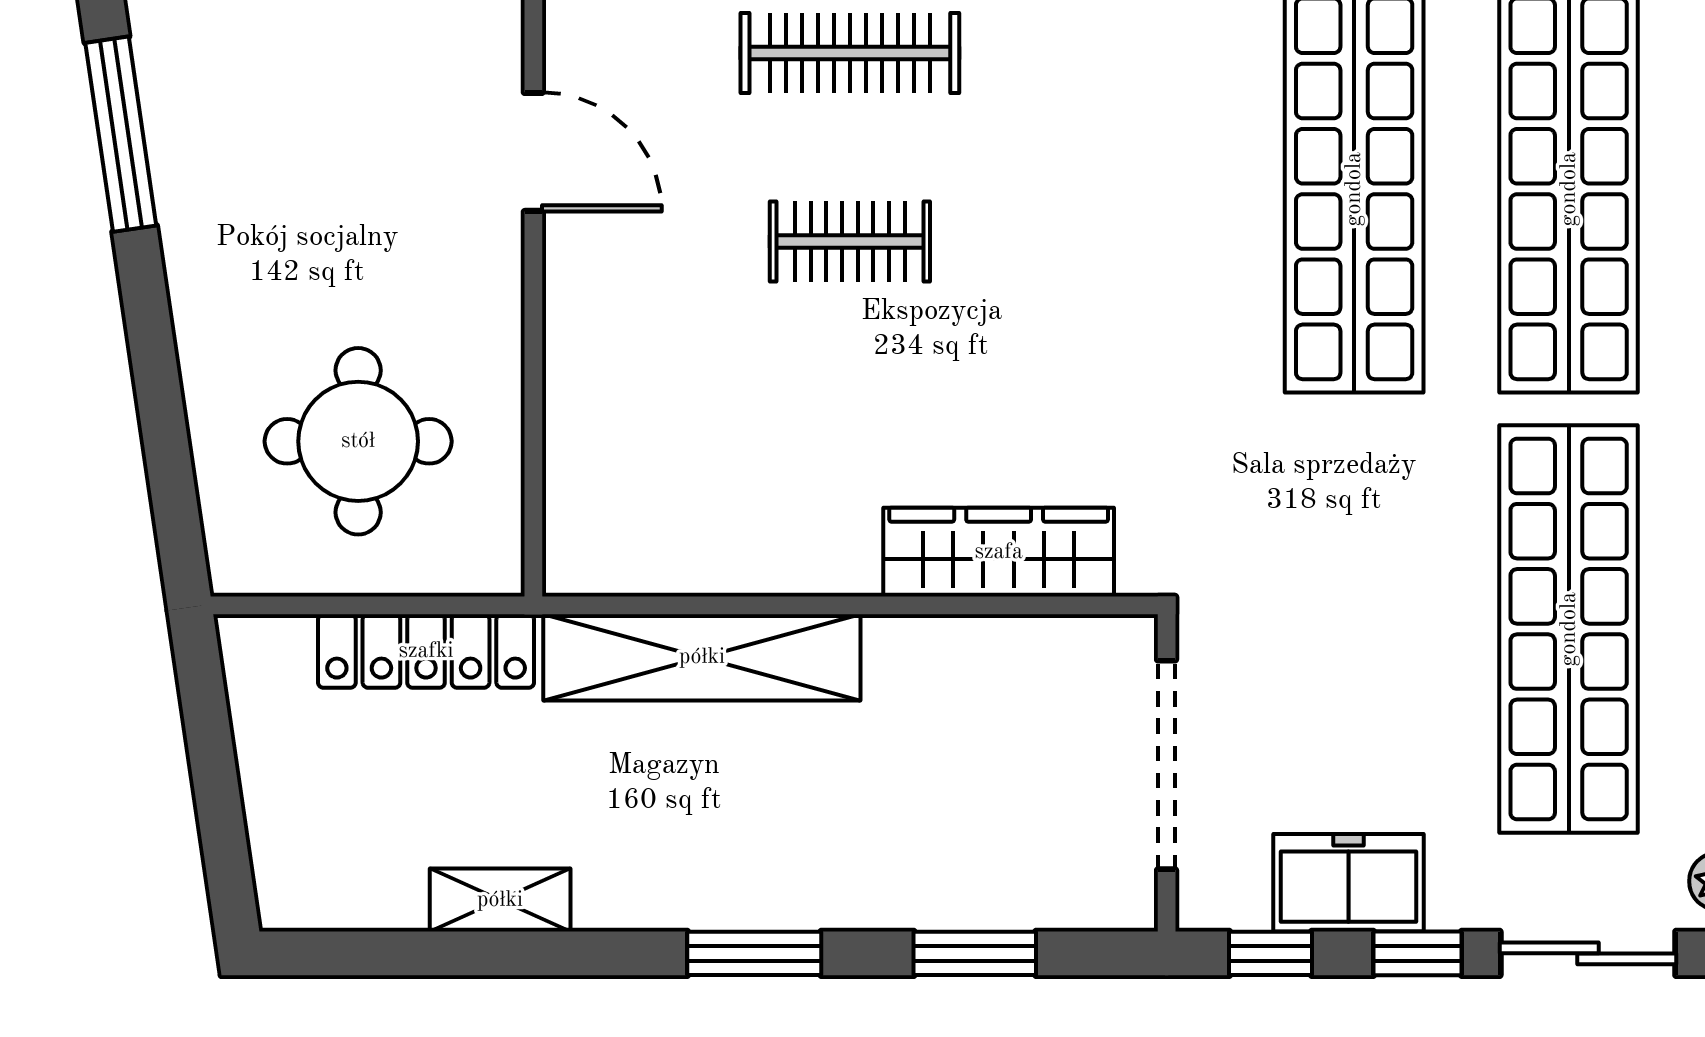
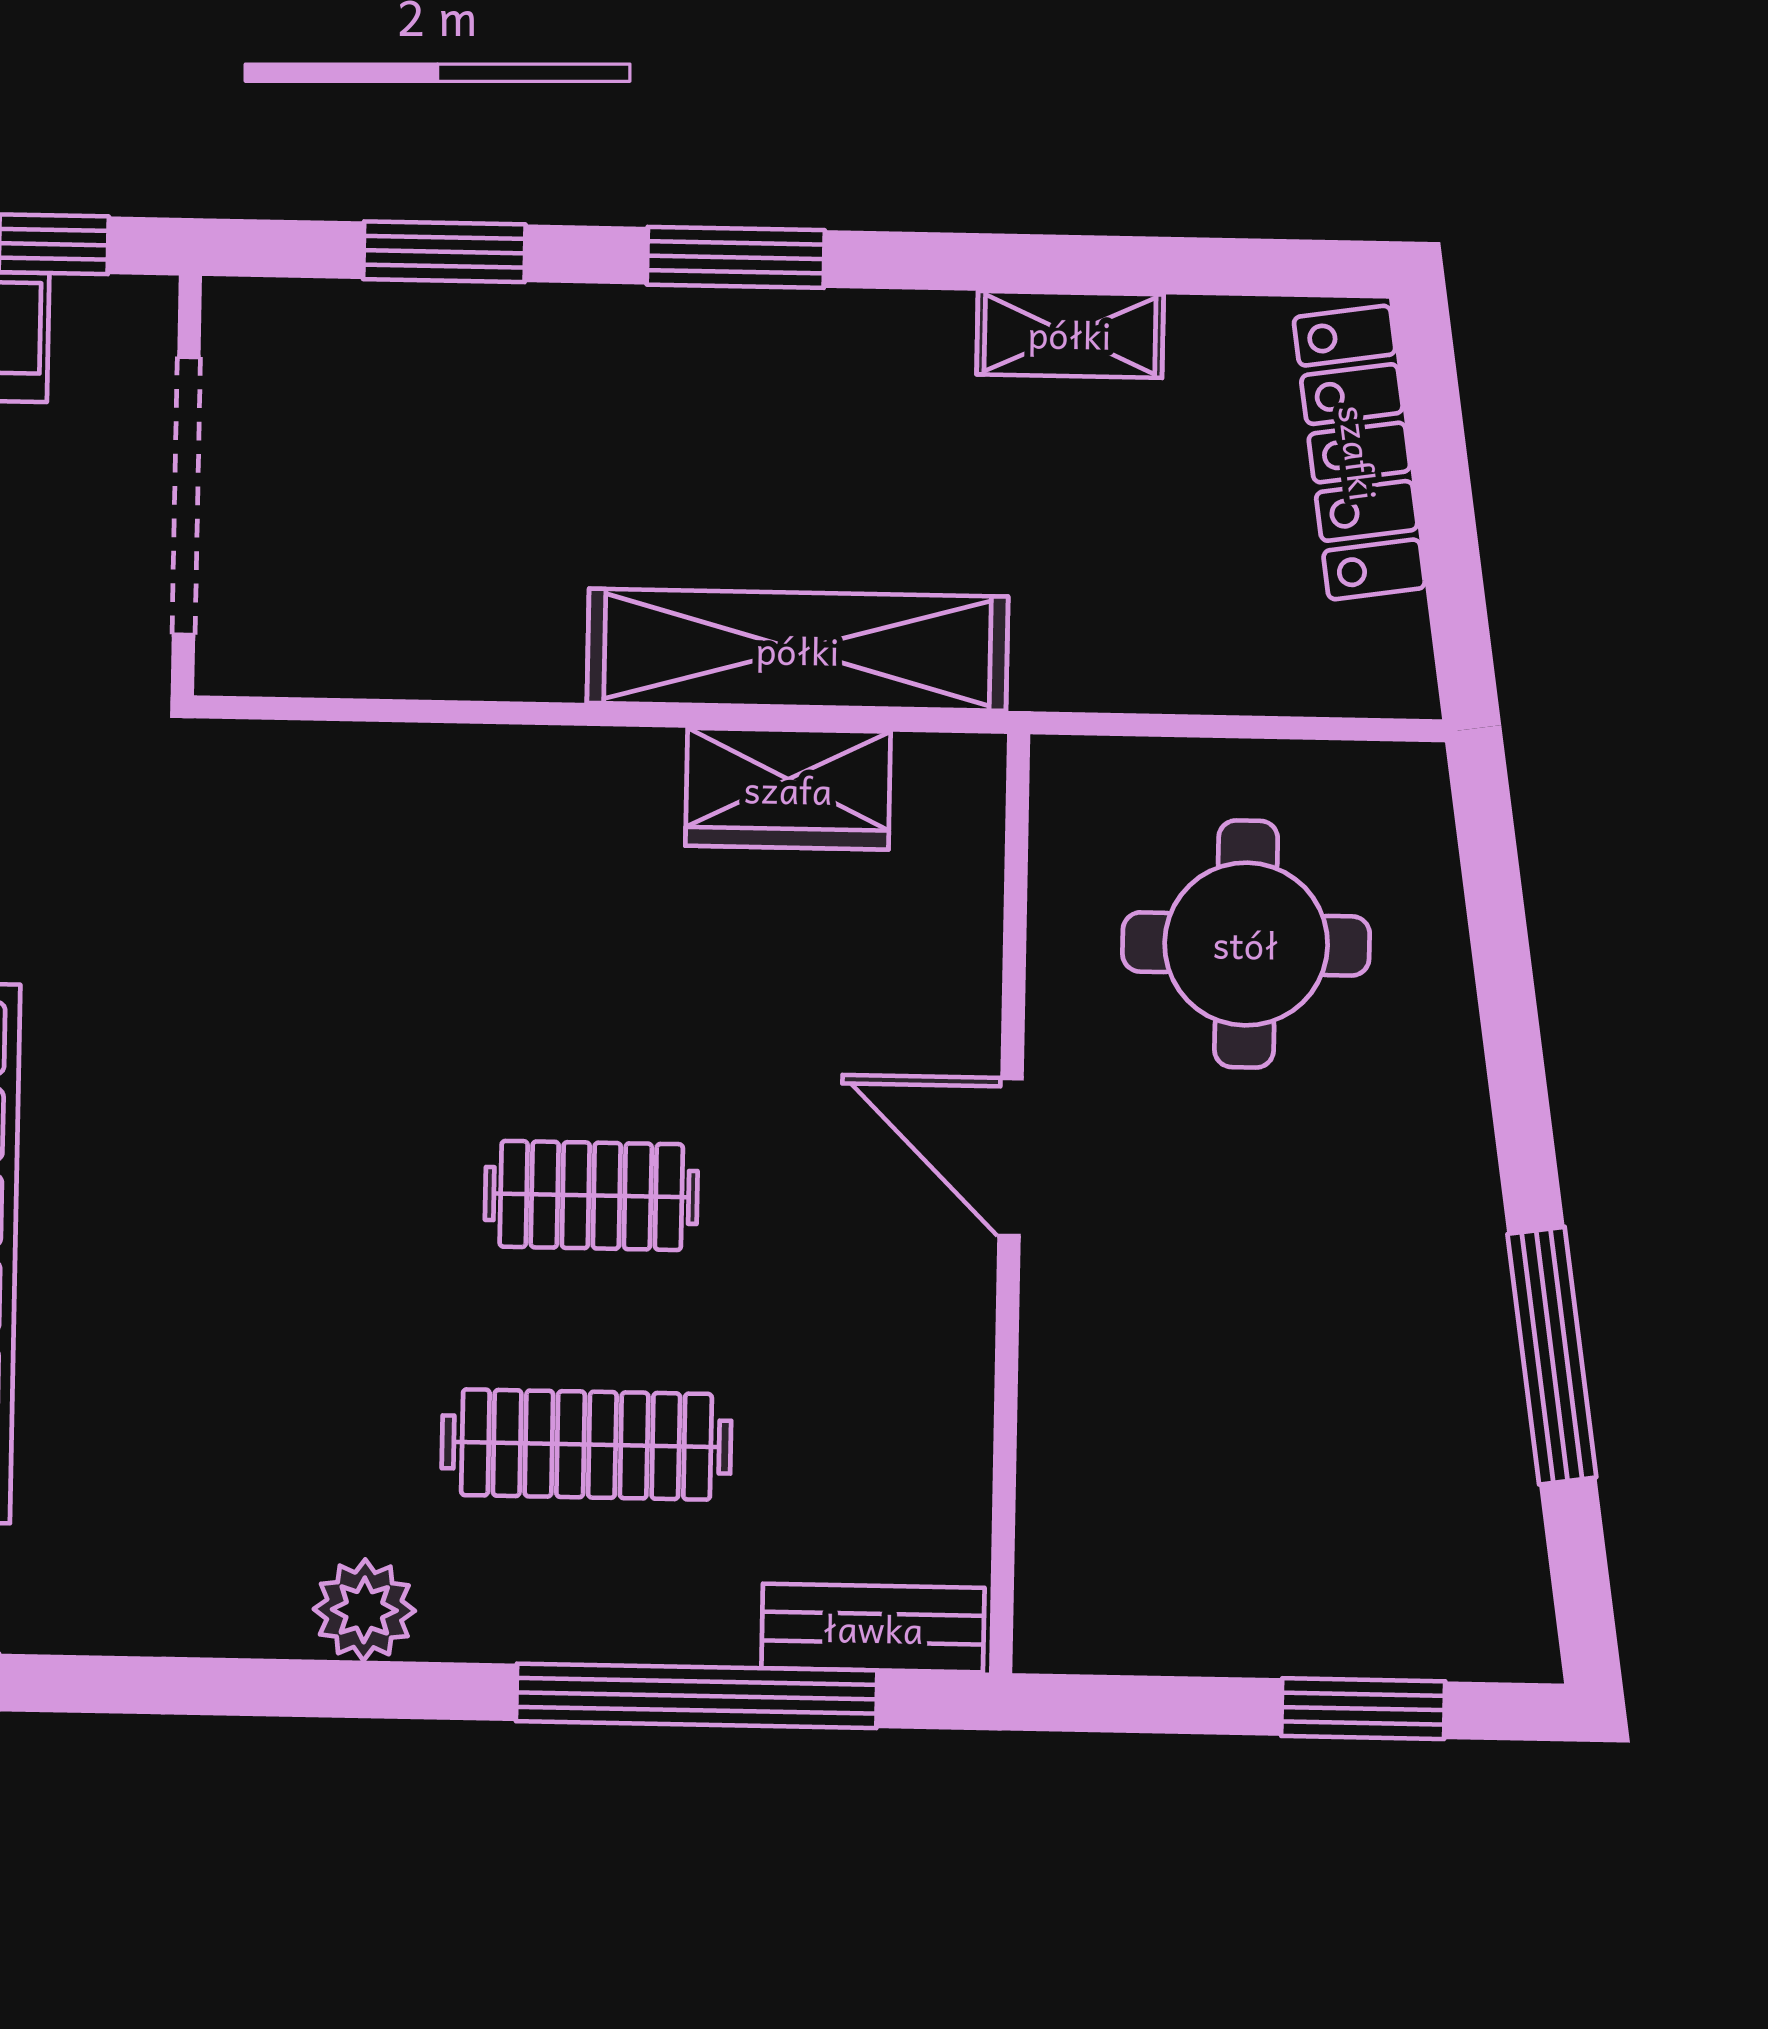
door: (533, 152) -> (1010, 1157), moved
wardrobe: (999, 552) -> (788, 789), moved, width x0.67
locker: (426, 651) -> (1359, 453), moved, turned -98

